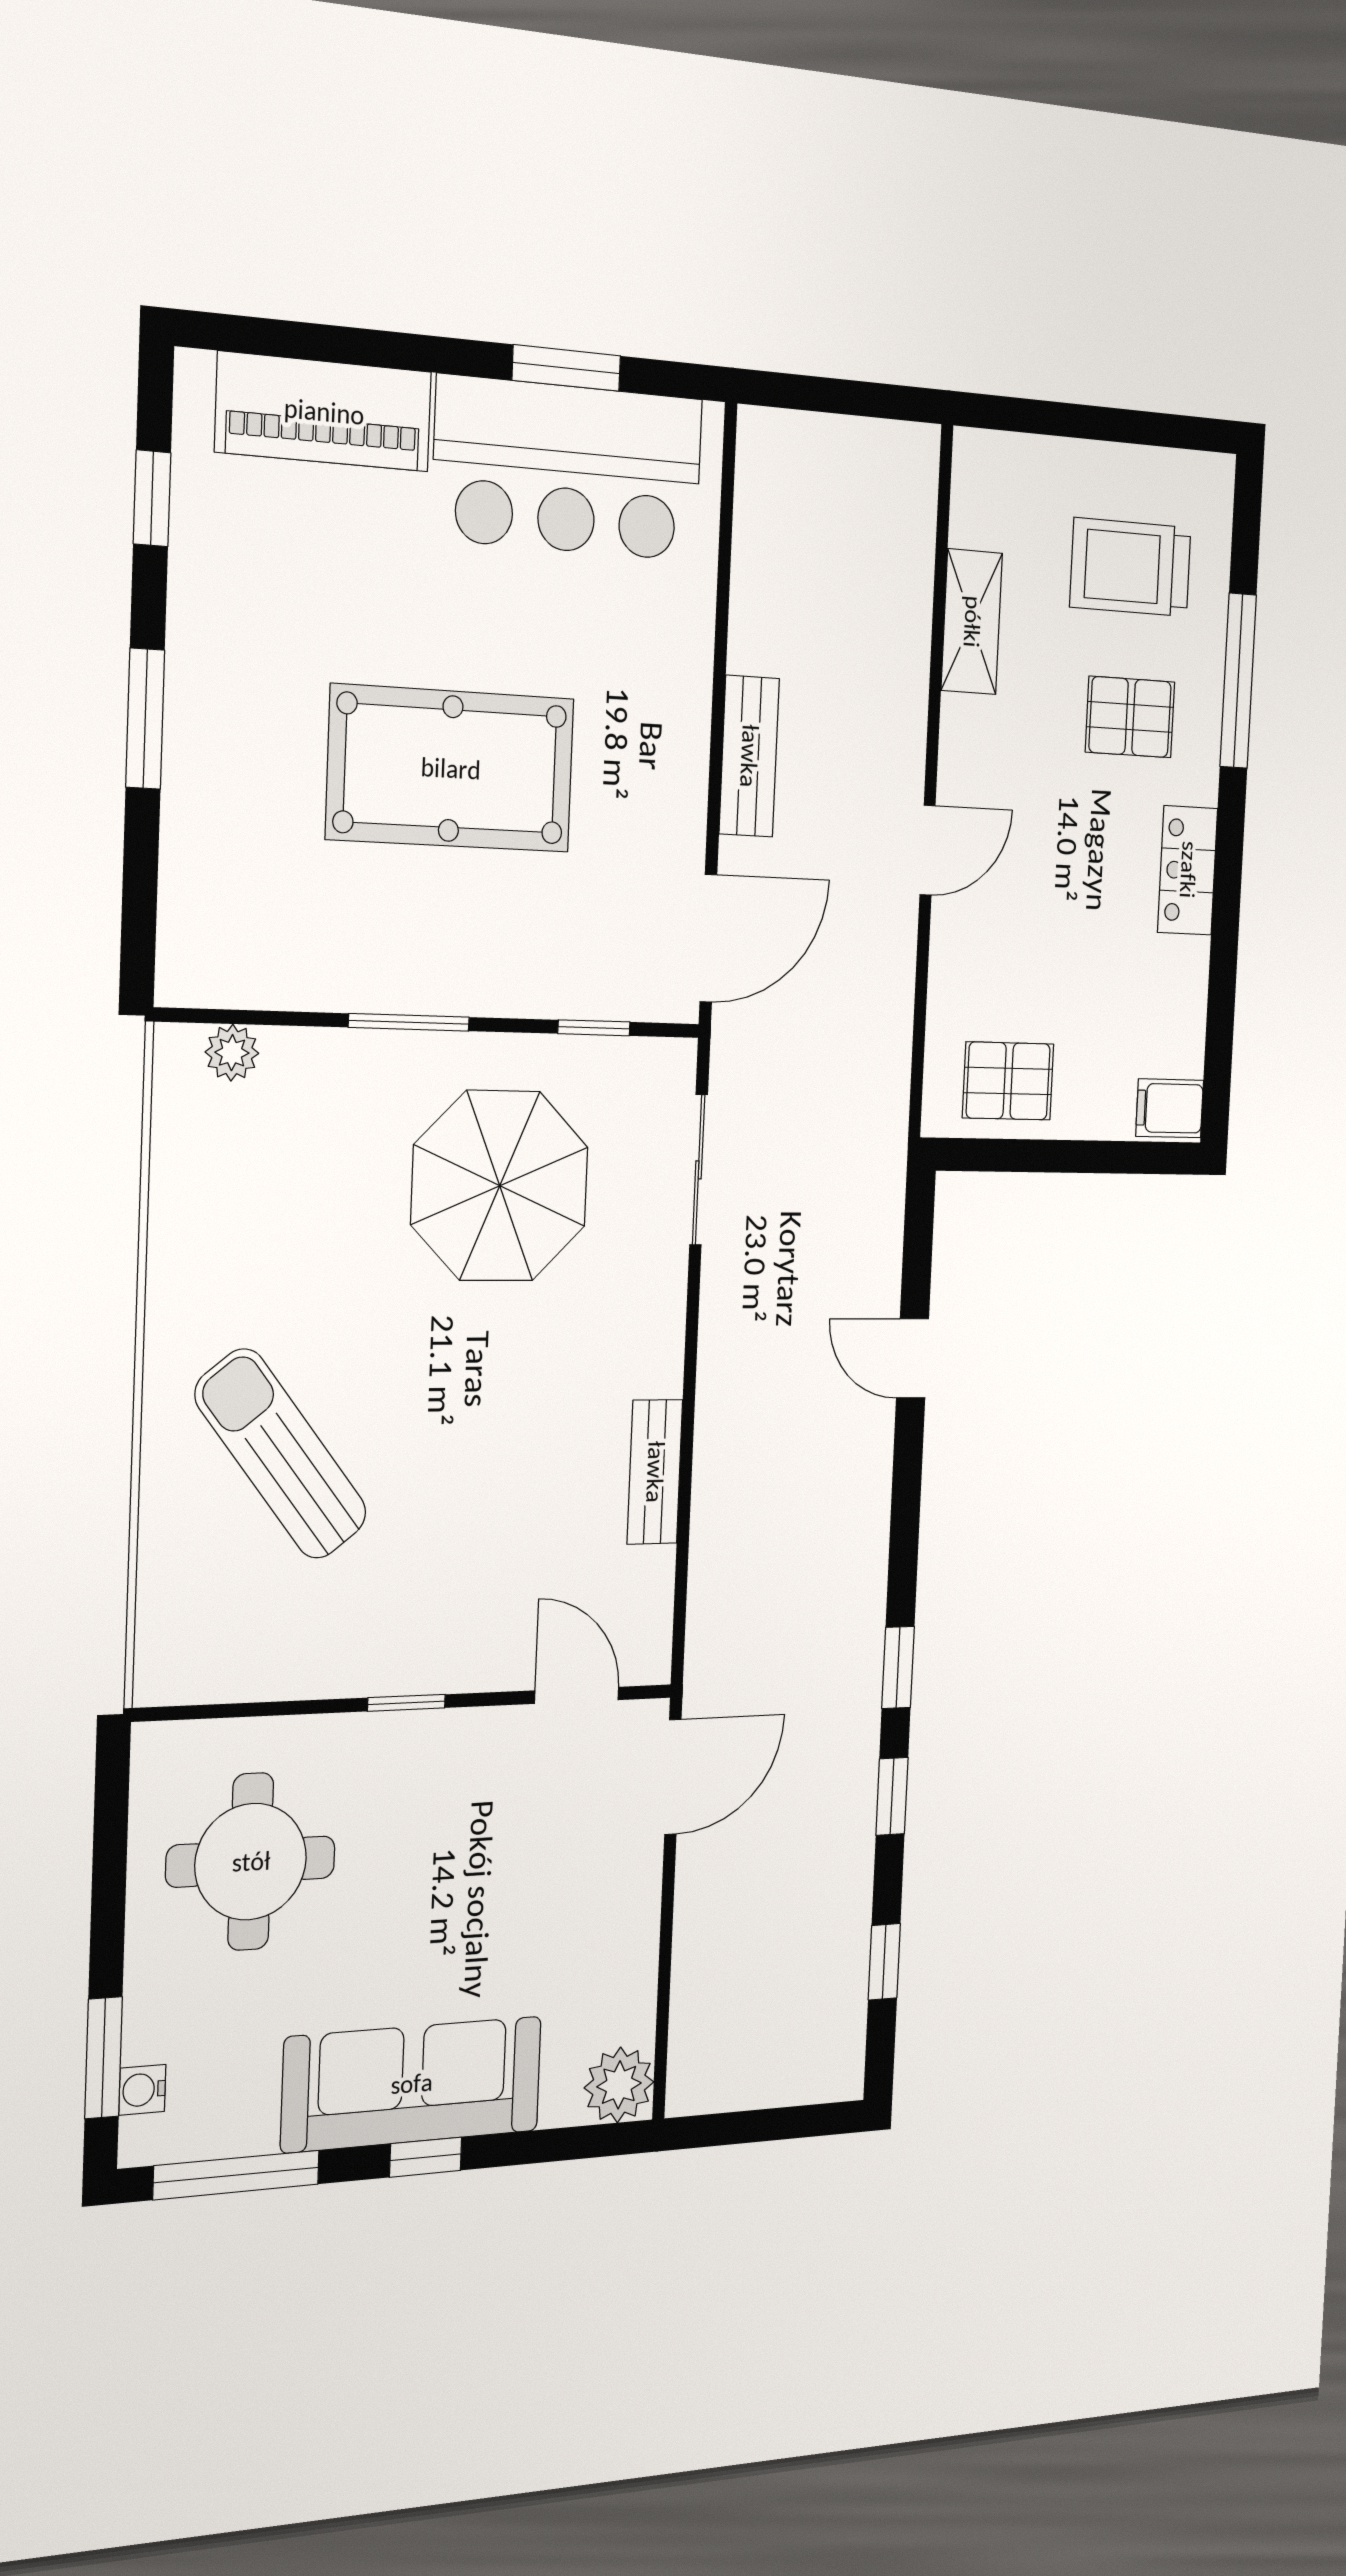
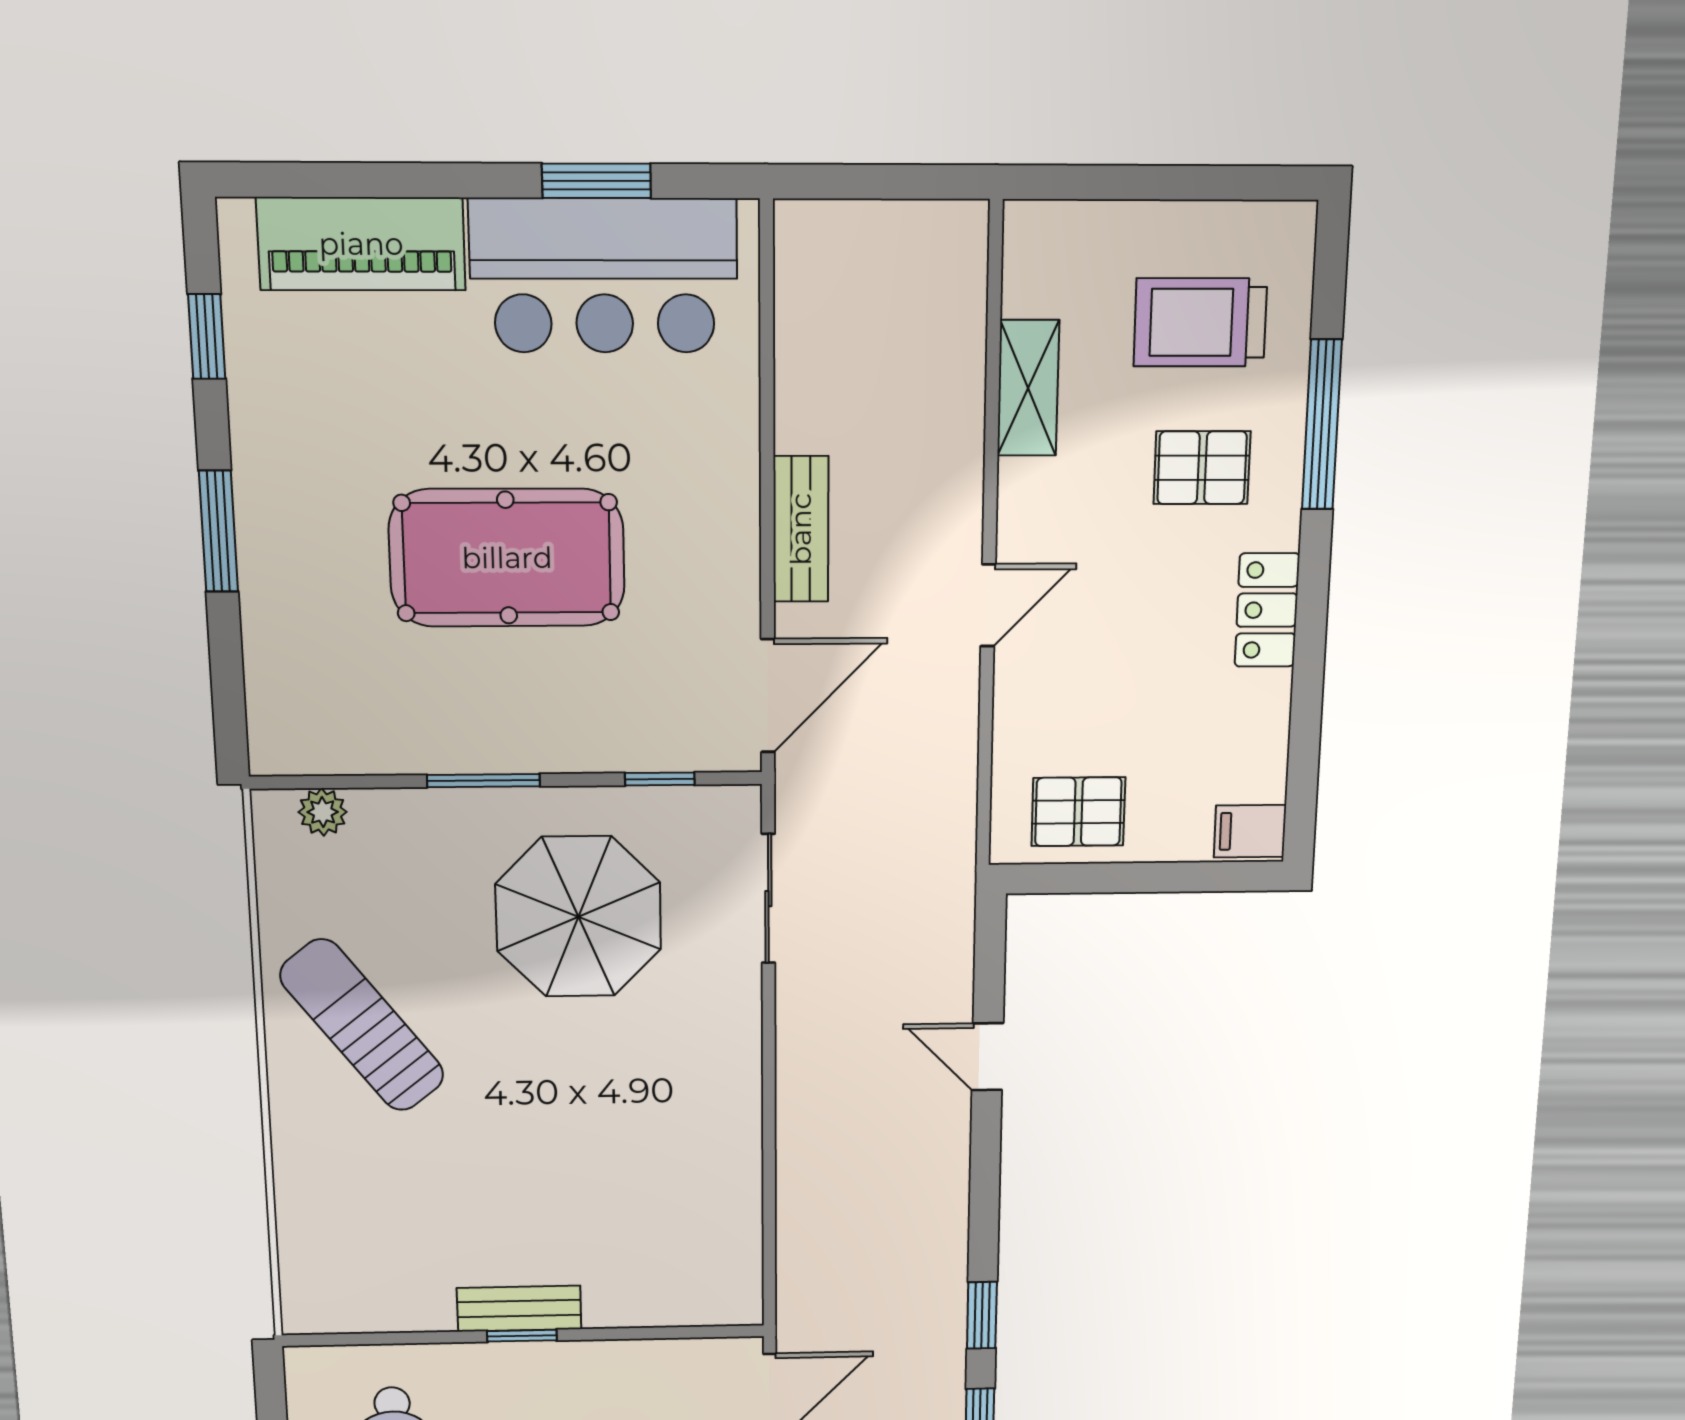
sun lounger: (281, 1454) -> (362, 1025), moved
bench: (655, 1472) -> (519, 1309), moved, turned 90
door: (577, 1695) -> (677, 1333), removed

